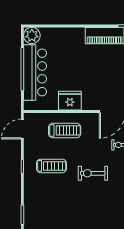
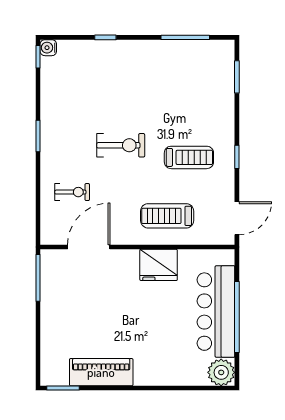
treadmill: (51, 166) -> (189, 157), turned 180

